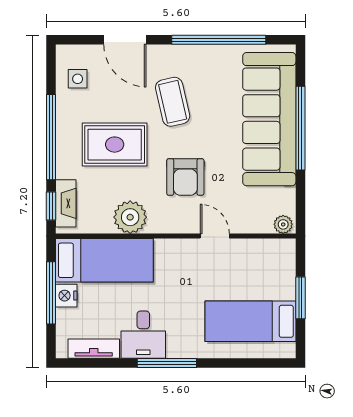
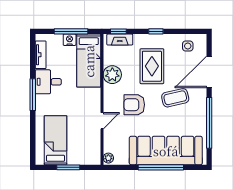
door: (125, 40) -> (209, 72), width x1.36
window: (51, 137) -> (156, 31), width x0.32

